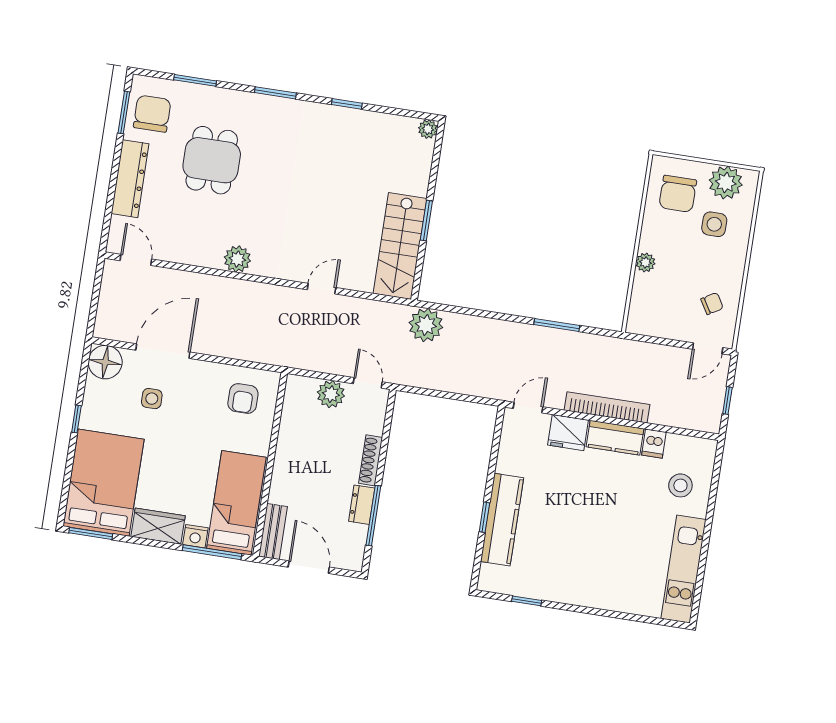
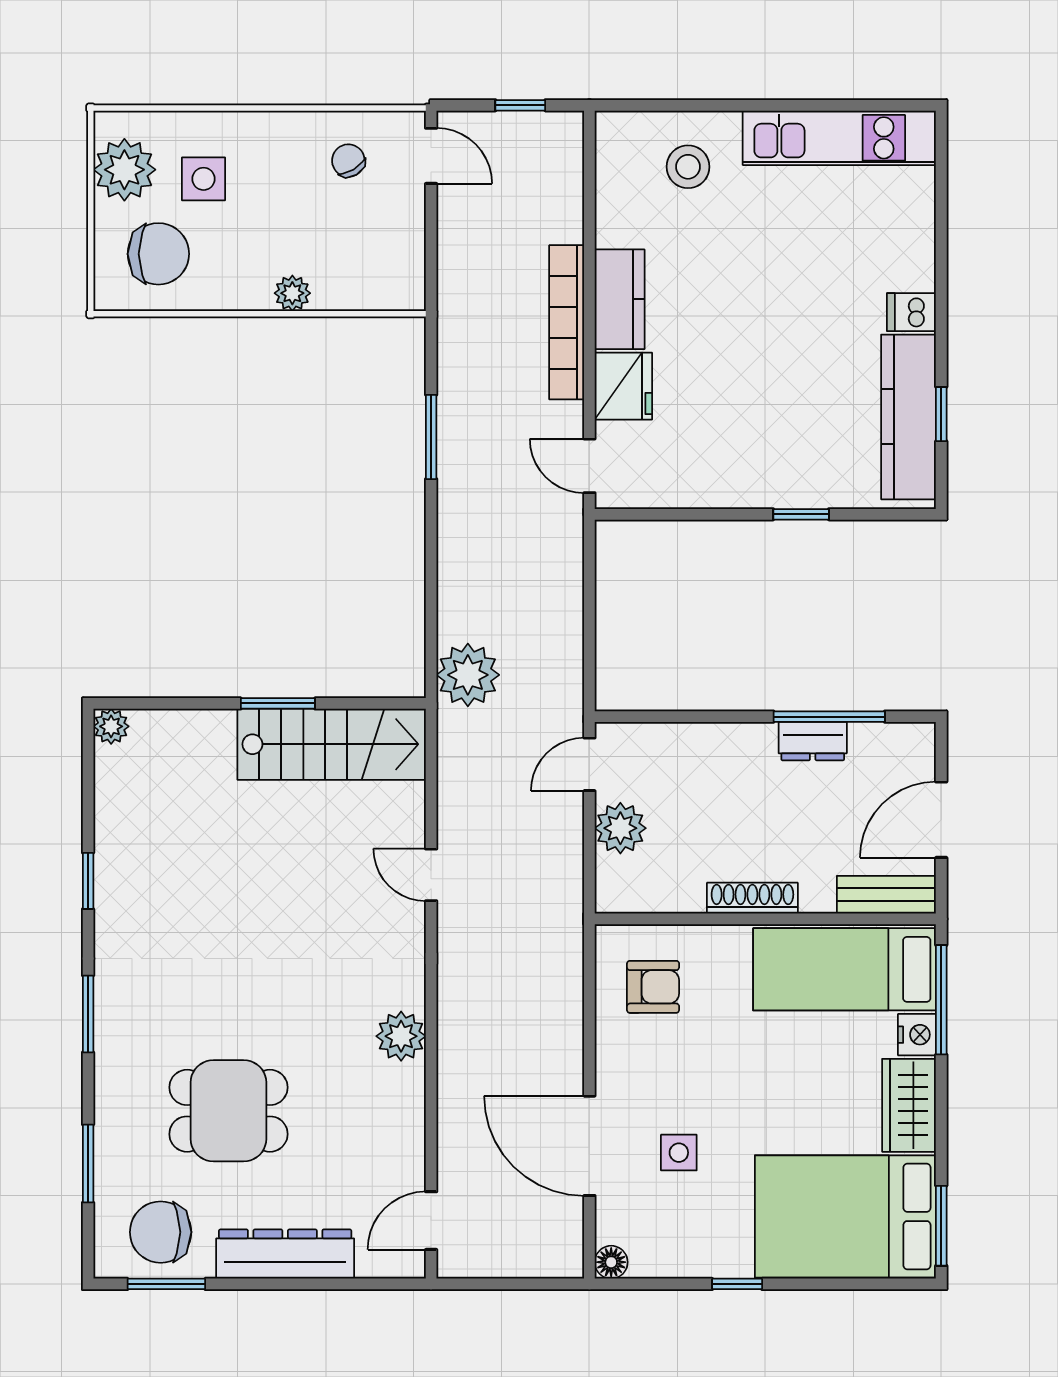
floor lamp: (105, 362) -> (611, 1262), width x0.53, depth x0.53
dishwasher: (654, 444) -> (911, 312), moved, turned 180
shoe rack: (371, 460) -> (752, 898), moved, turned 180
kitchen counter: (502, 520) -> (909, 417), moved, turned -90

